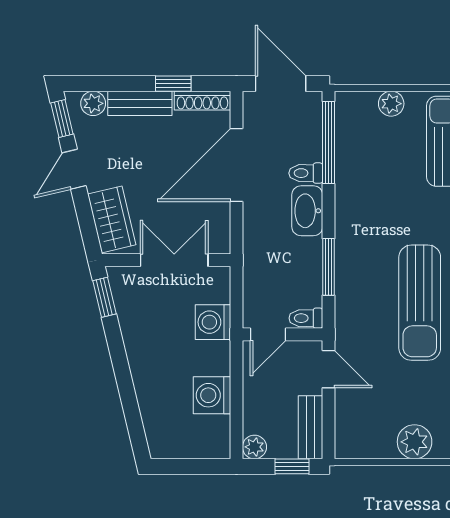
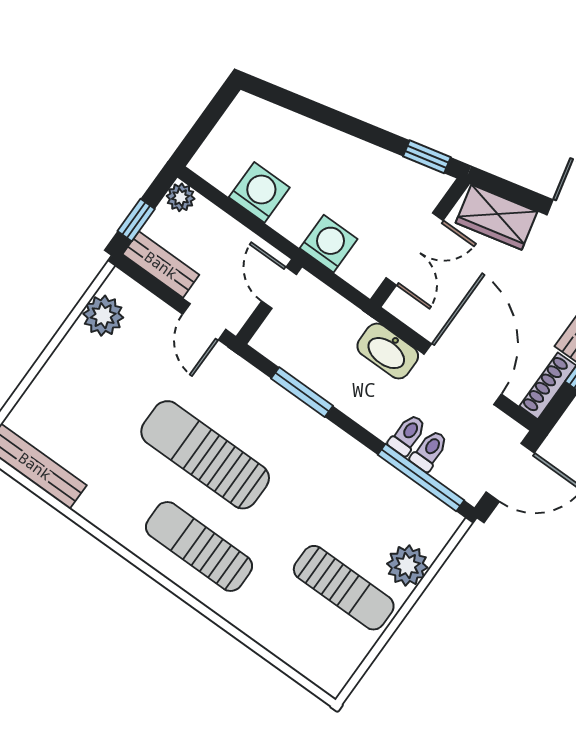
plant: (391, 104) -> (407, 566), width x1.38, depth x1.38
washbasin: (307, 211) -> (388, 351), moved, turned 180
toilet: (306, 318) -> (429, 451), moved
door: (329, 369) -> (204, 322), hinge flipped
plant: (415, 442) -> (103, 316), moved

